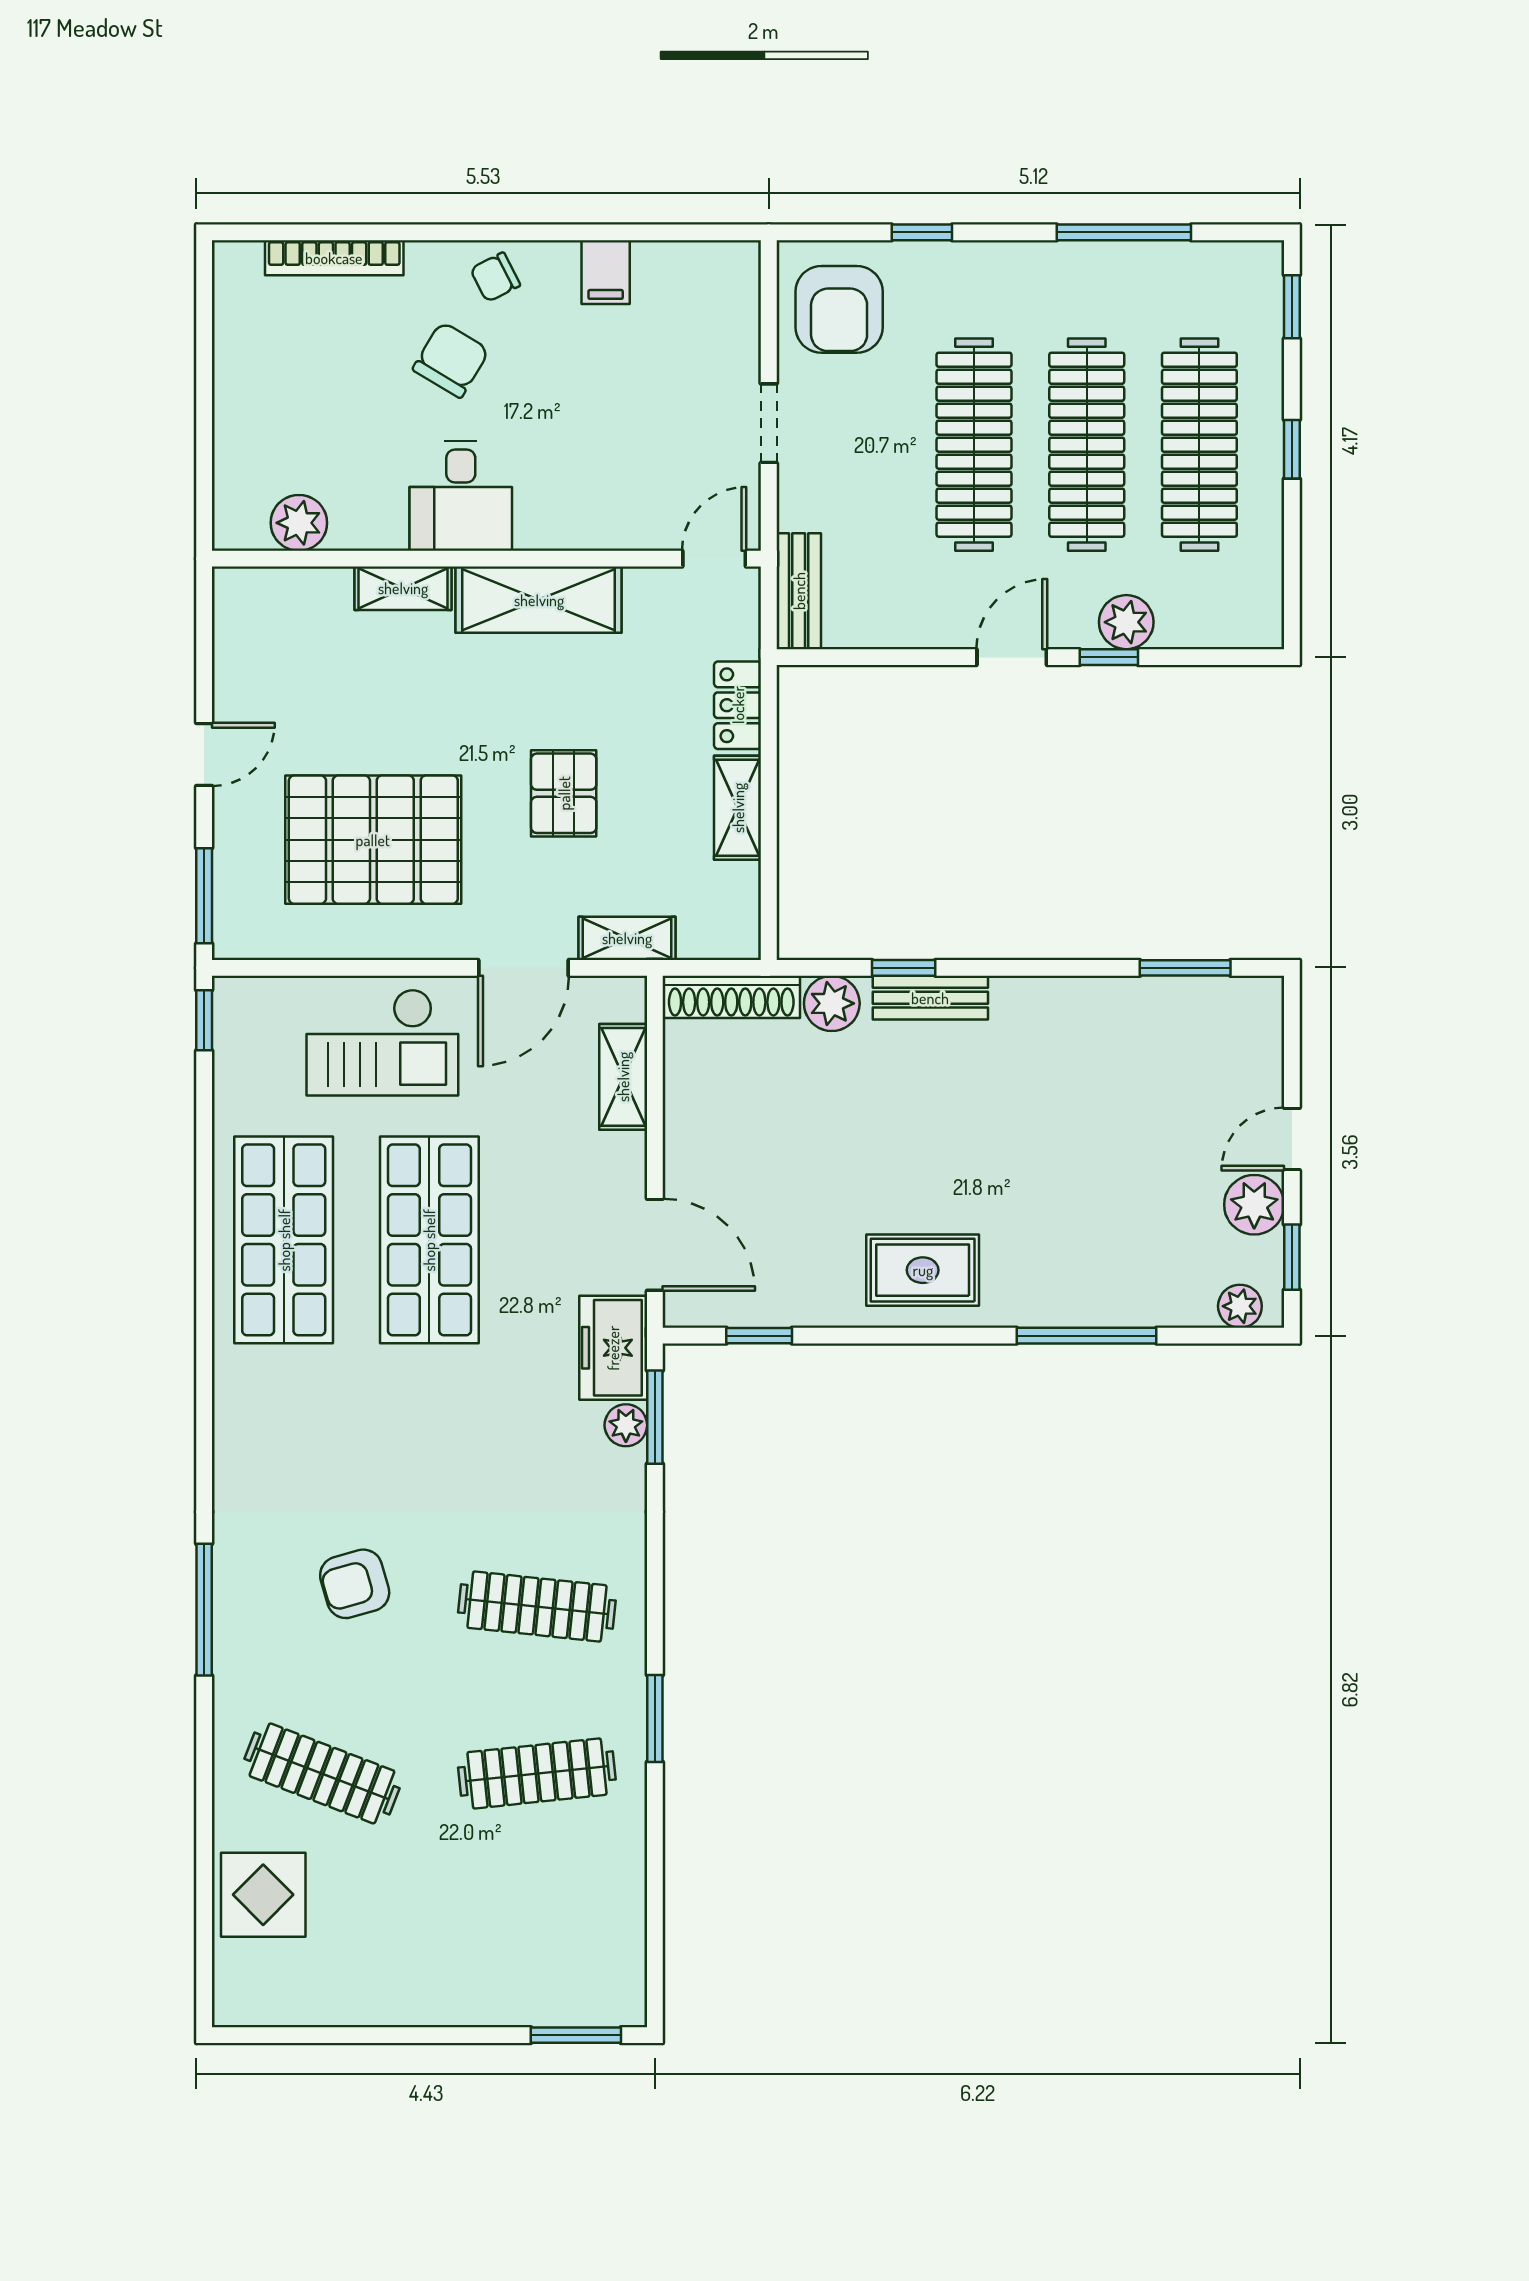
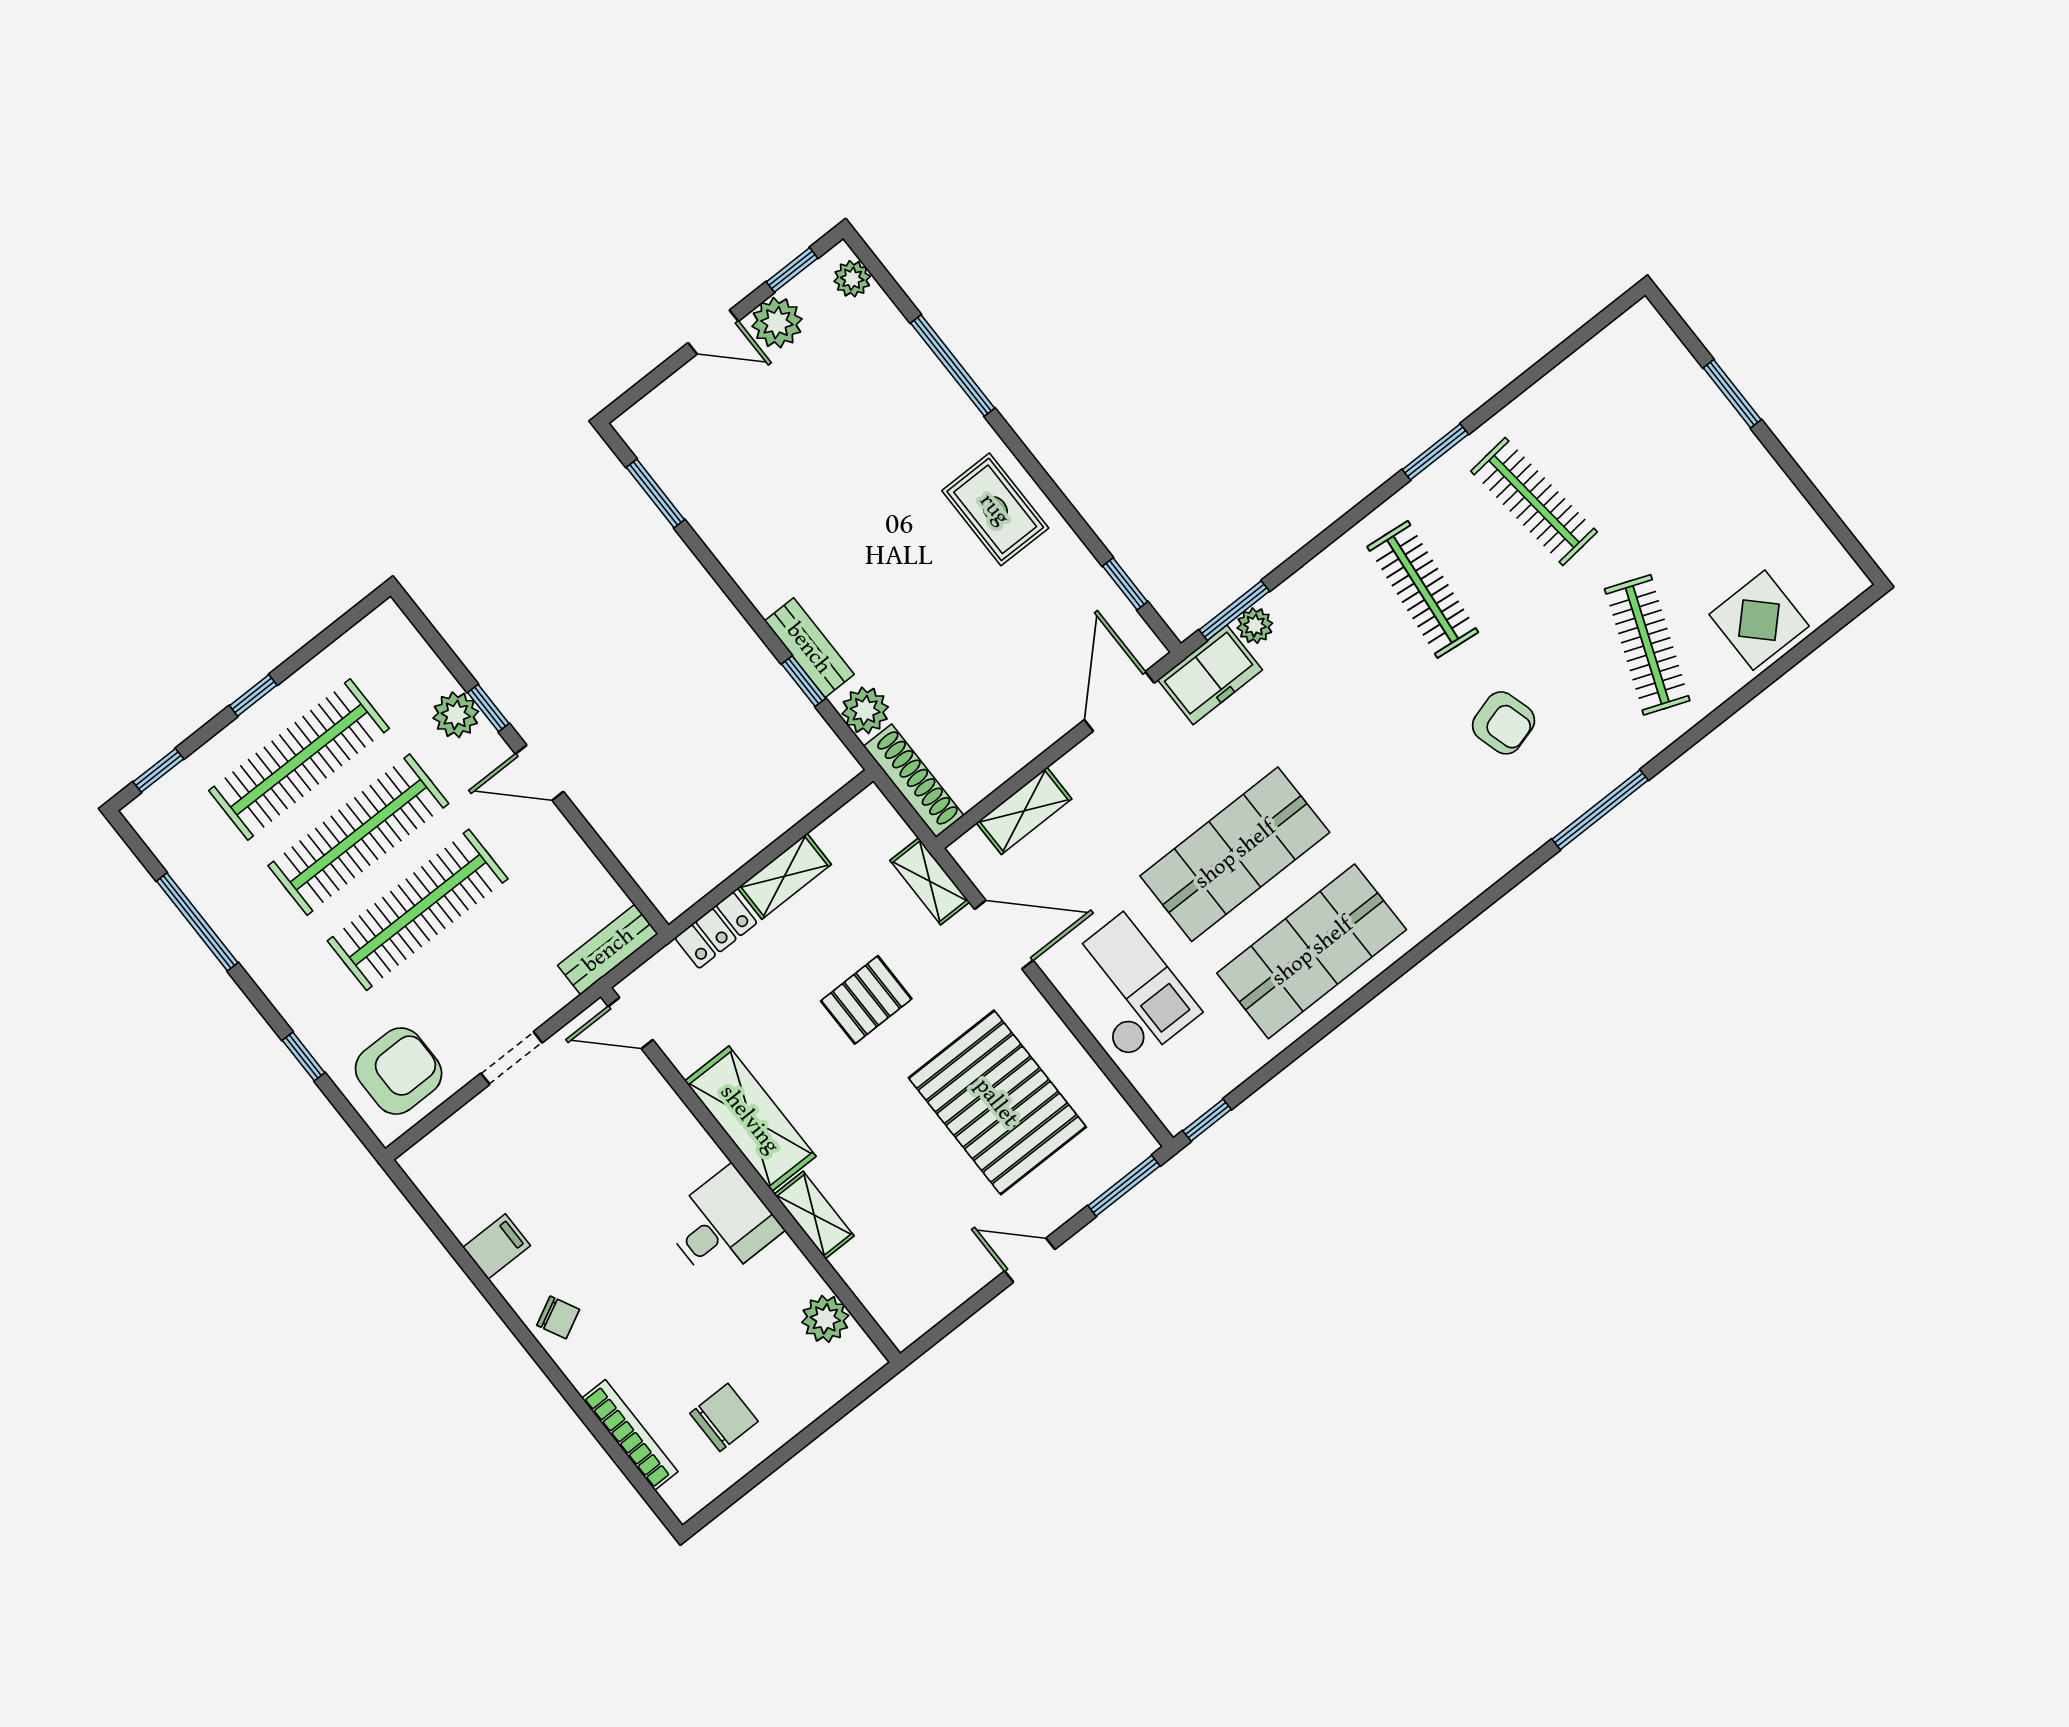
chair: (451, 360) -> (724, 1417), moved, turned 149
window: (576, 2035) -> (1732, 394), moved

